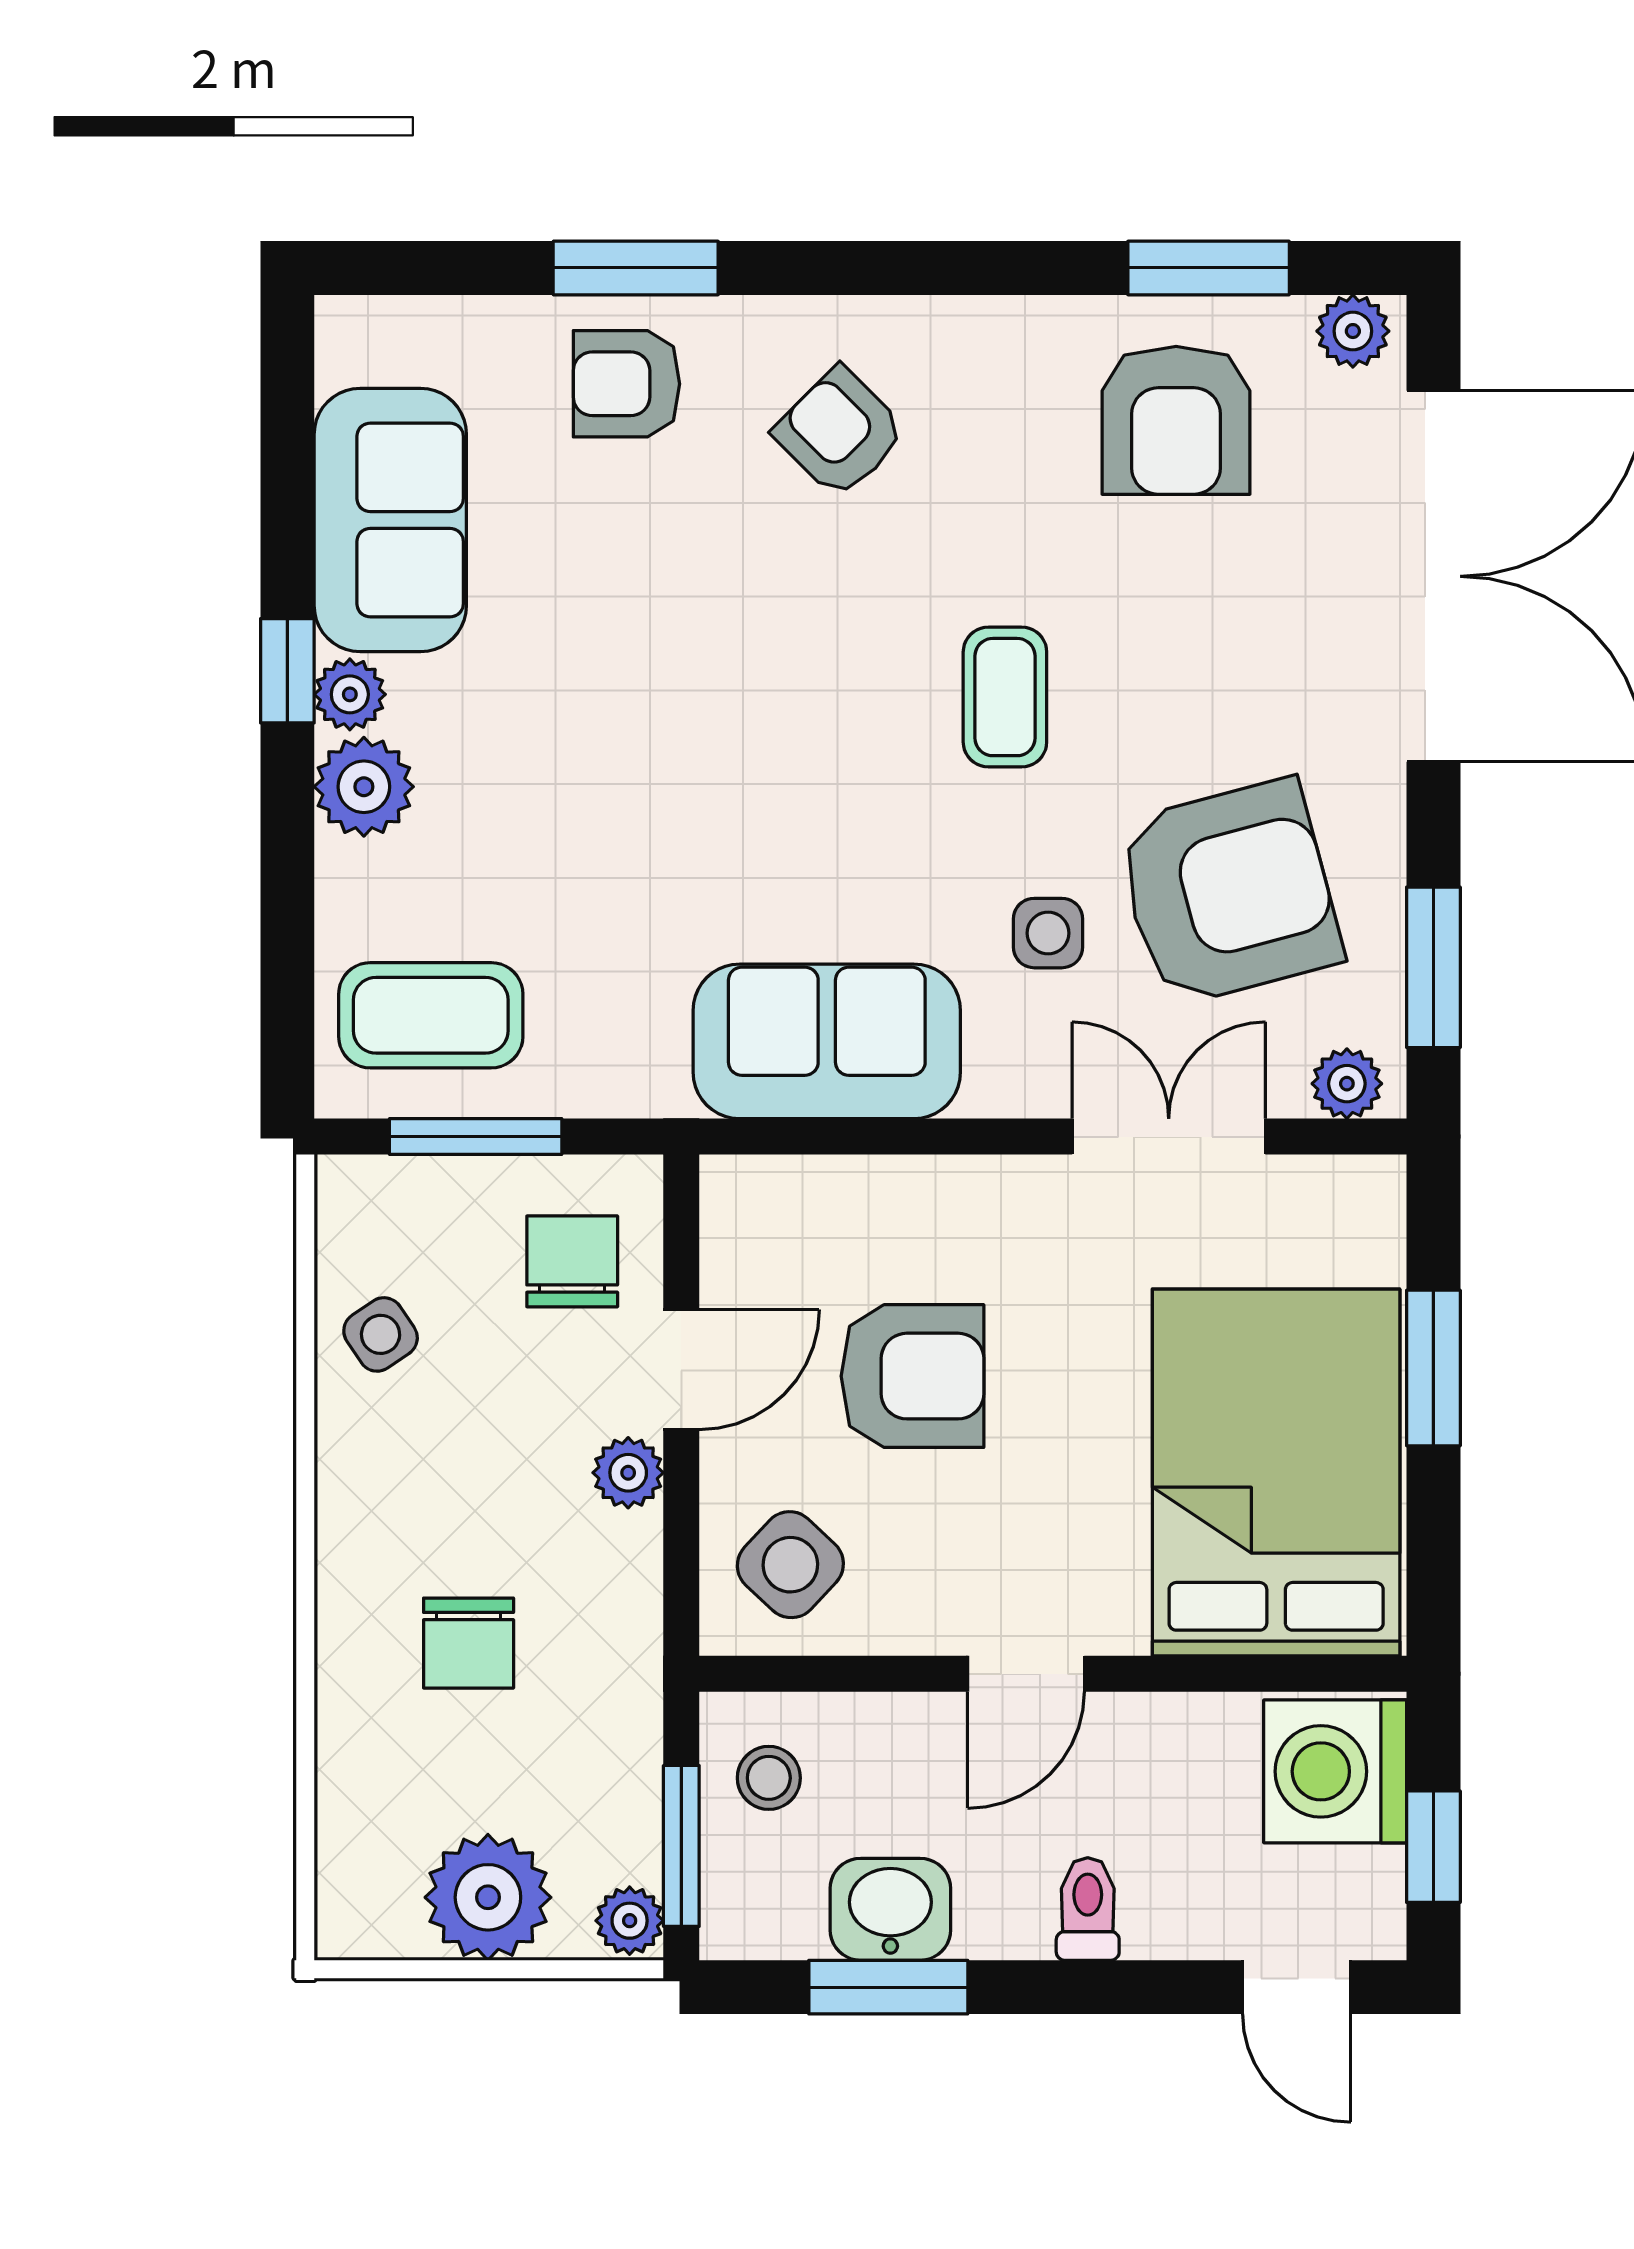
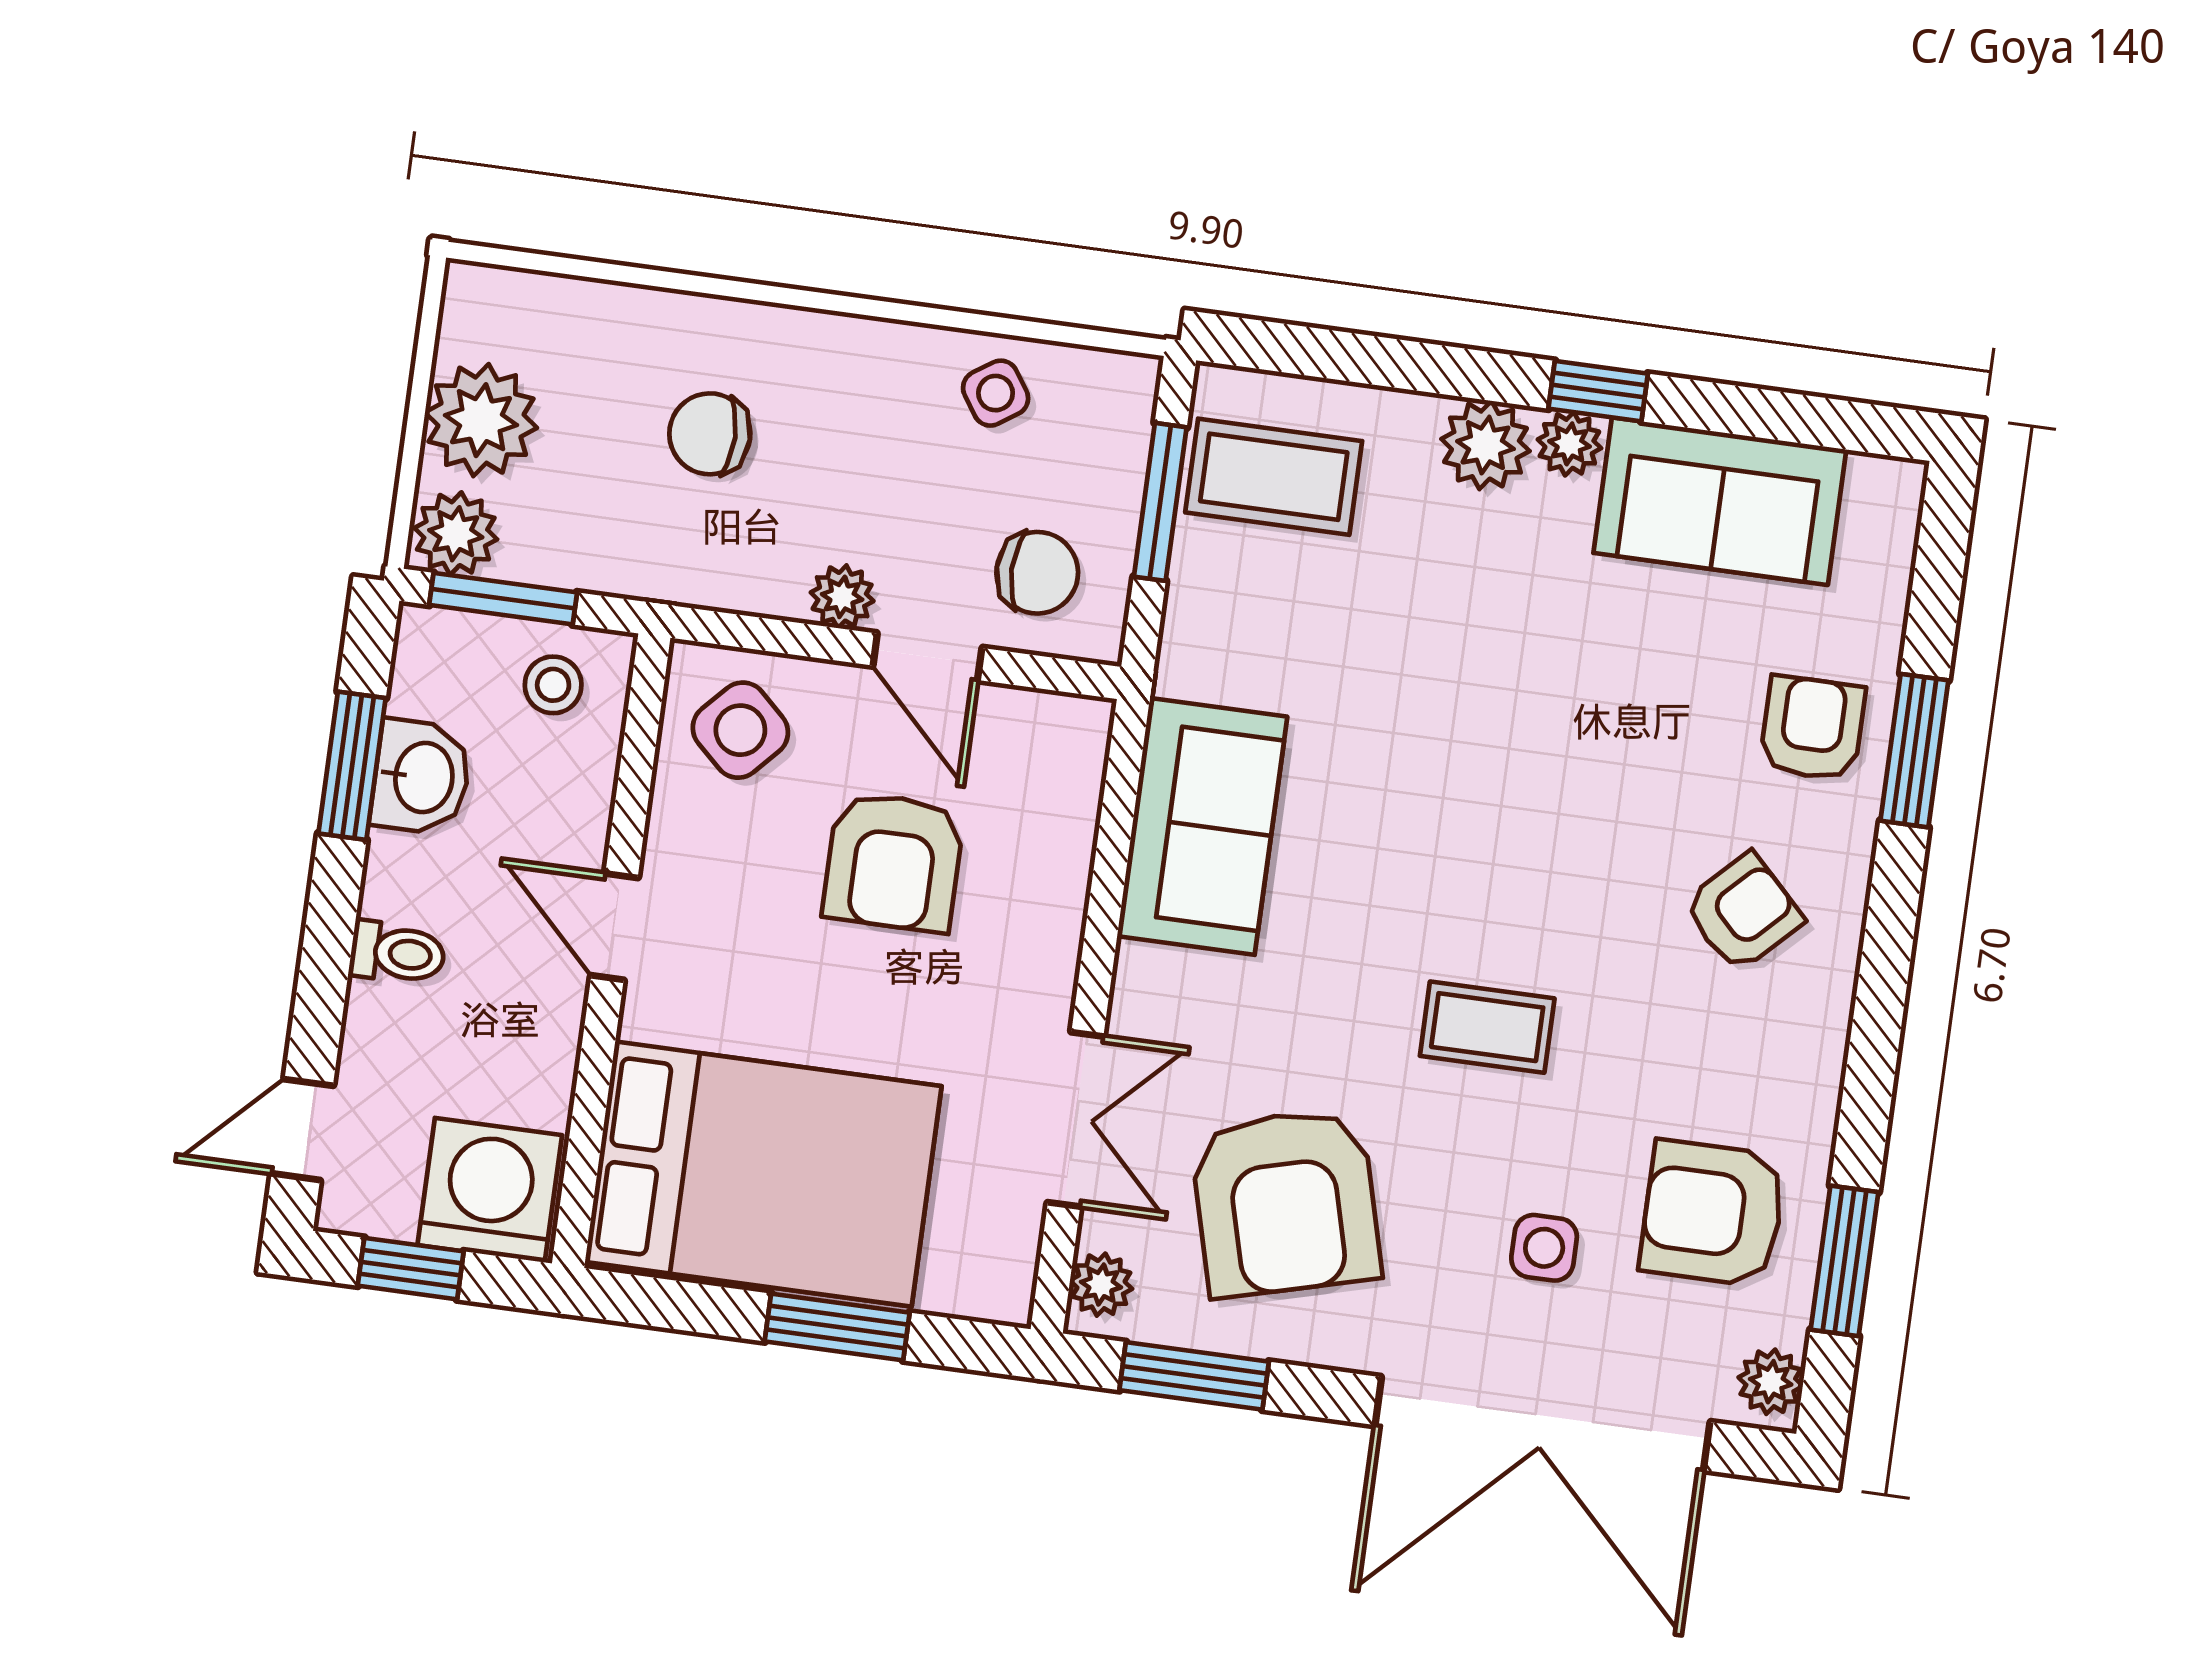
side table: (1048, 933) -> (1544, 1248), moved
coffee table: (431, 1015) -> (1274, 477), turned 90
plant: (630, 1921) -> (456, 534), width x1.38, depth x1.38

